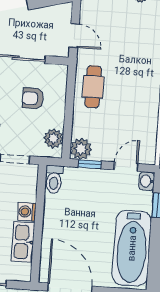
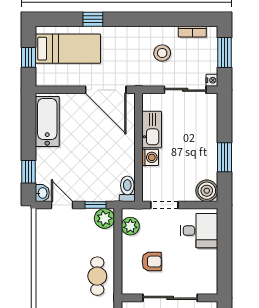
door: (126, 167) -> (62, 205), swing flipped
bathtub: (132, 248) -> (47, 122), width x0.73, depth x0.73

